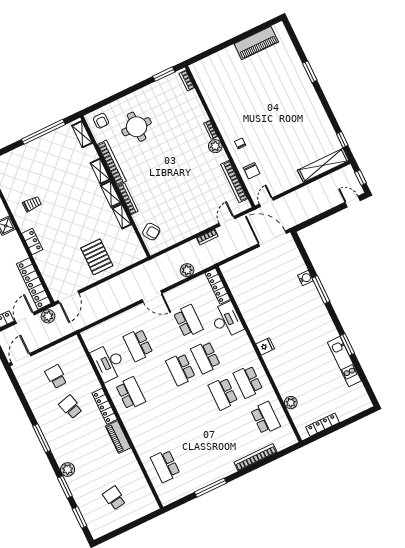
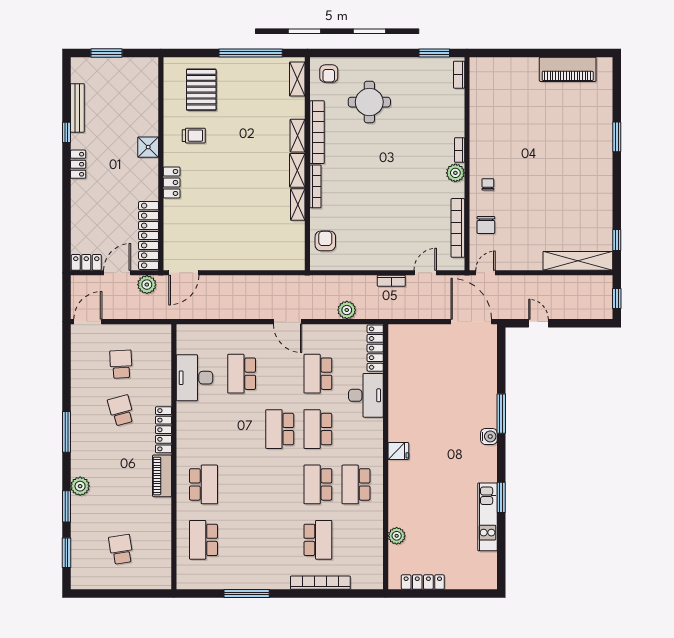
door: (353, 202) -> (538, 323), moved
armchair: (151, 232) -> (325, 241), turned -145
pallet: (97, 257) -> (201, 90), moved
water cooler: (306, 278) -> (489, 436), moved
school desk: (188, 321) -> (318, 374), turned 180
school desk: (131, 393) -> (203, 484), moved
school desk: (265, 418) -> (318, 540), moved

